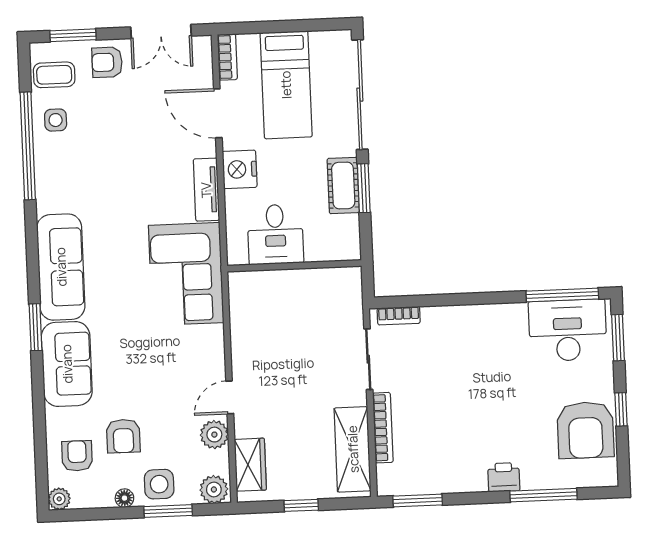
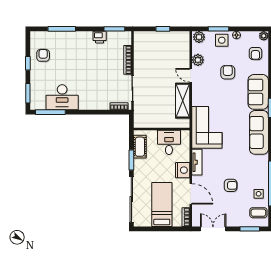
armchair: (107, 62) -> (231, 185), moved
cot: (343, 185) -> (140, 147), moved
desk: (568, 330) -> (62, 97), moved
door: (230, 397) -> (191, 75), swing flipped
armchair: (585, 430) -> (43, 55), width x0.53, depth x0.53
armchair: (123, 436) -> (228, 72), moved
shelving: (353, 449) -> (183, 101), moved
wardrobe: (250, 465) -> (183, 47), removed
printer: (504, 477) -> (100, 37), moved

